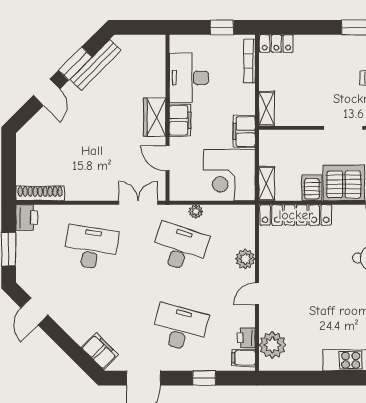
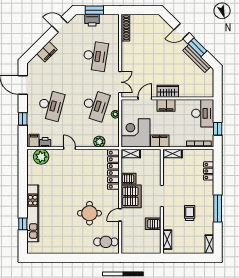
locker: (276, 44) -> (209, 171), moved
desk: (189, 78) -> (203, 113), moved, turned 90
printer: (27, 218) -> (92, 20), moved
plant: (245, 259) -> (99, 142), moved
filing cabinet: (100, 351) -> (47, 52), moved

